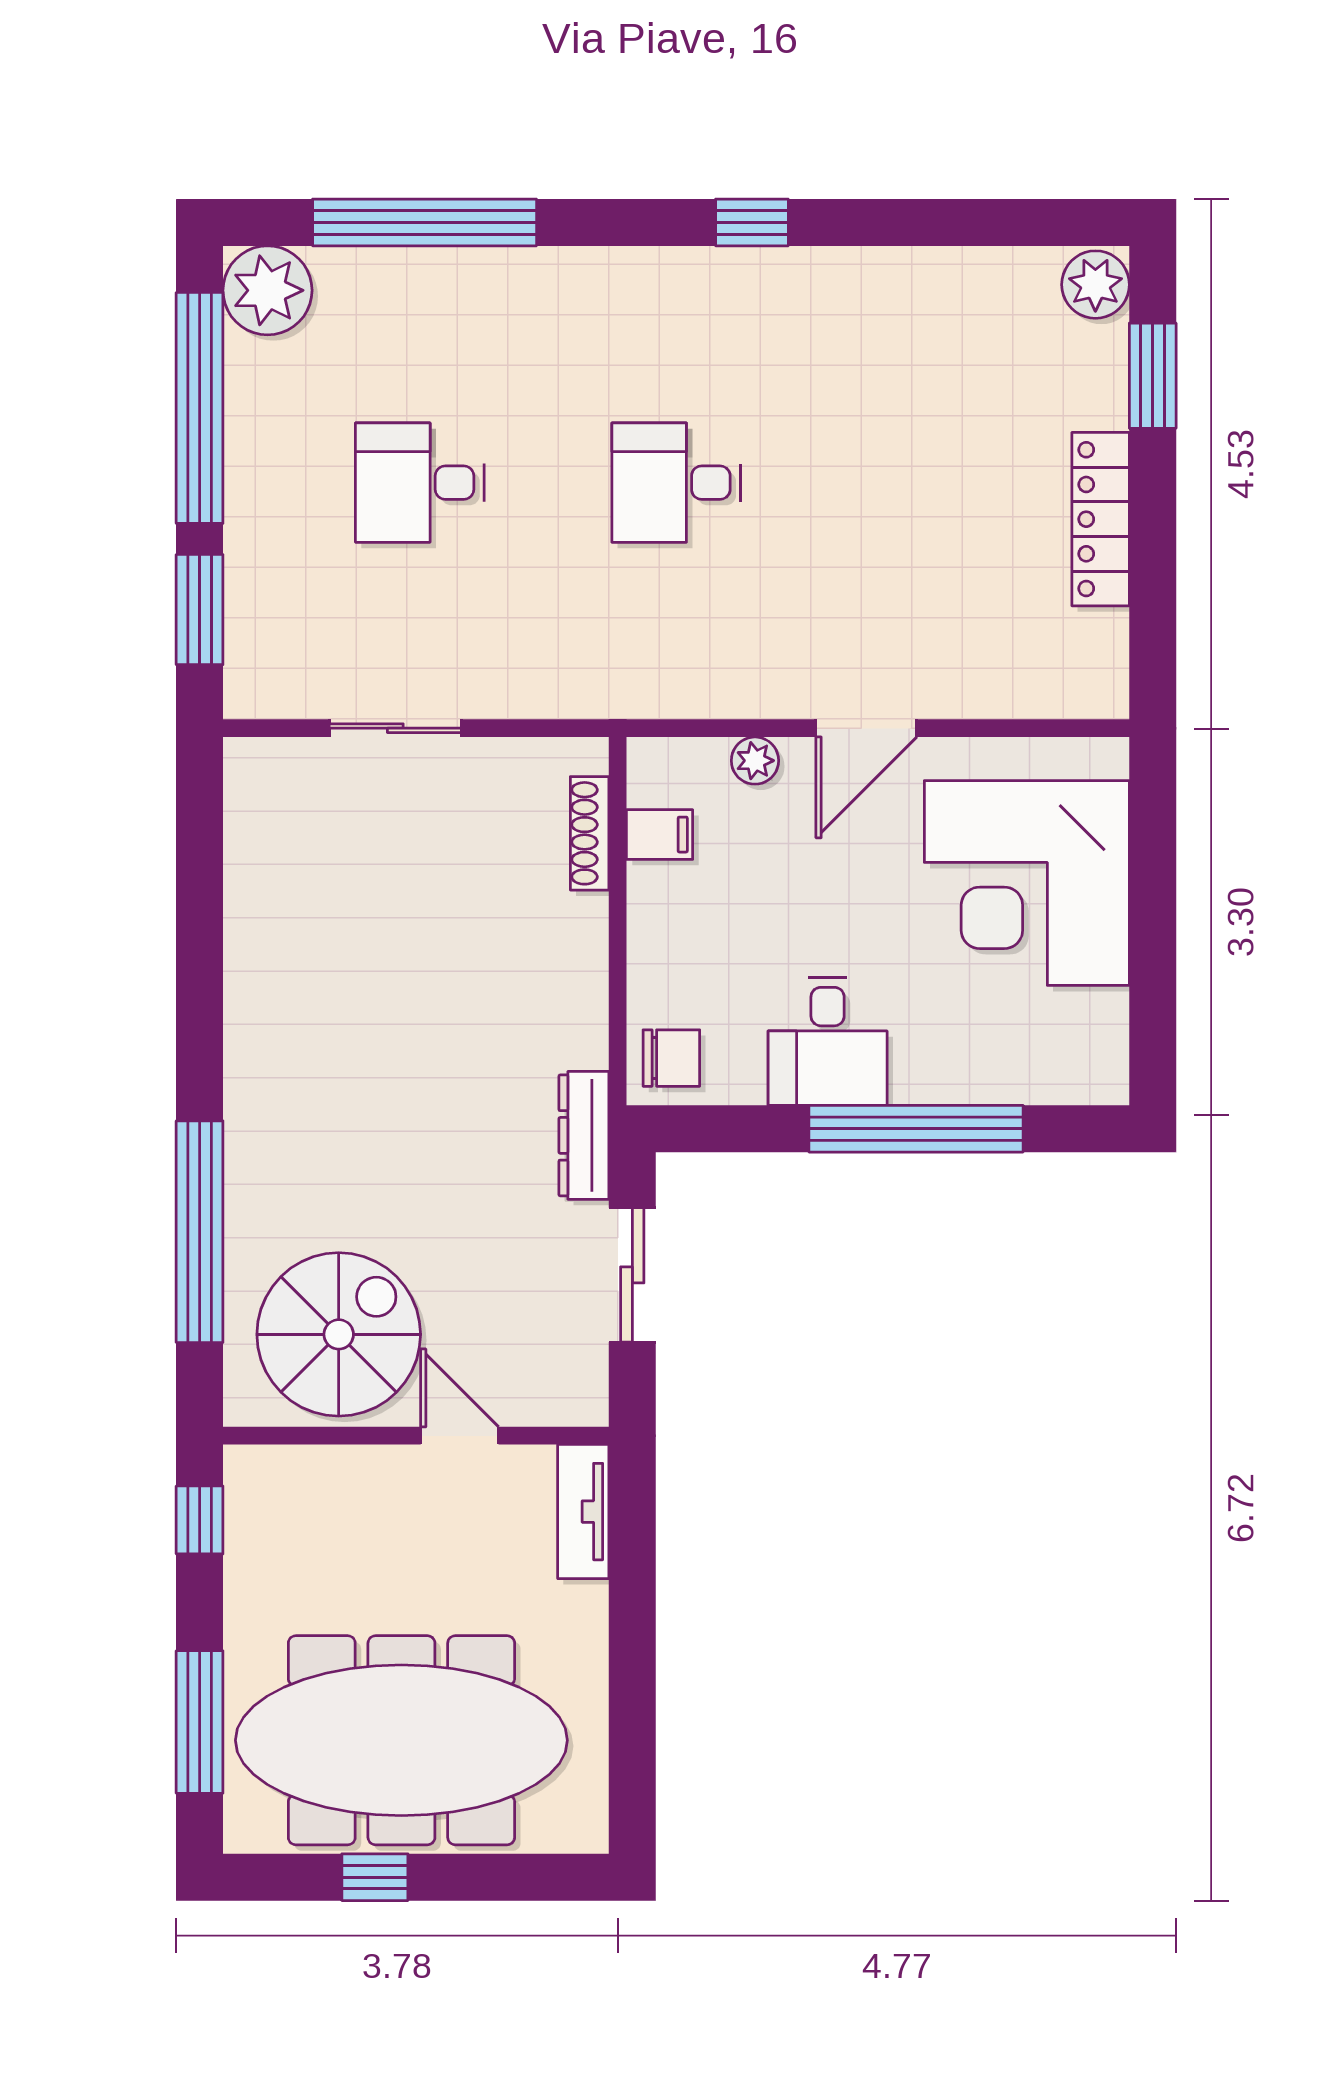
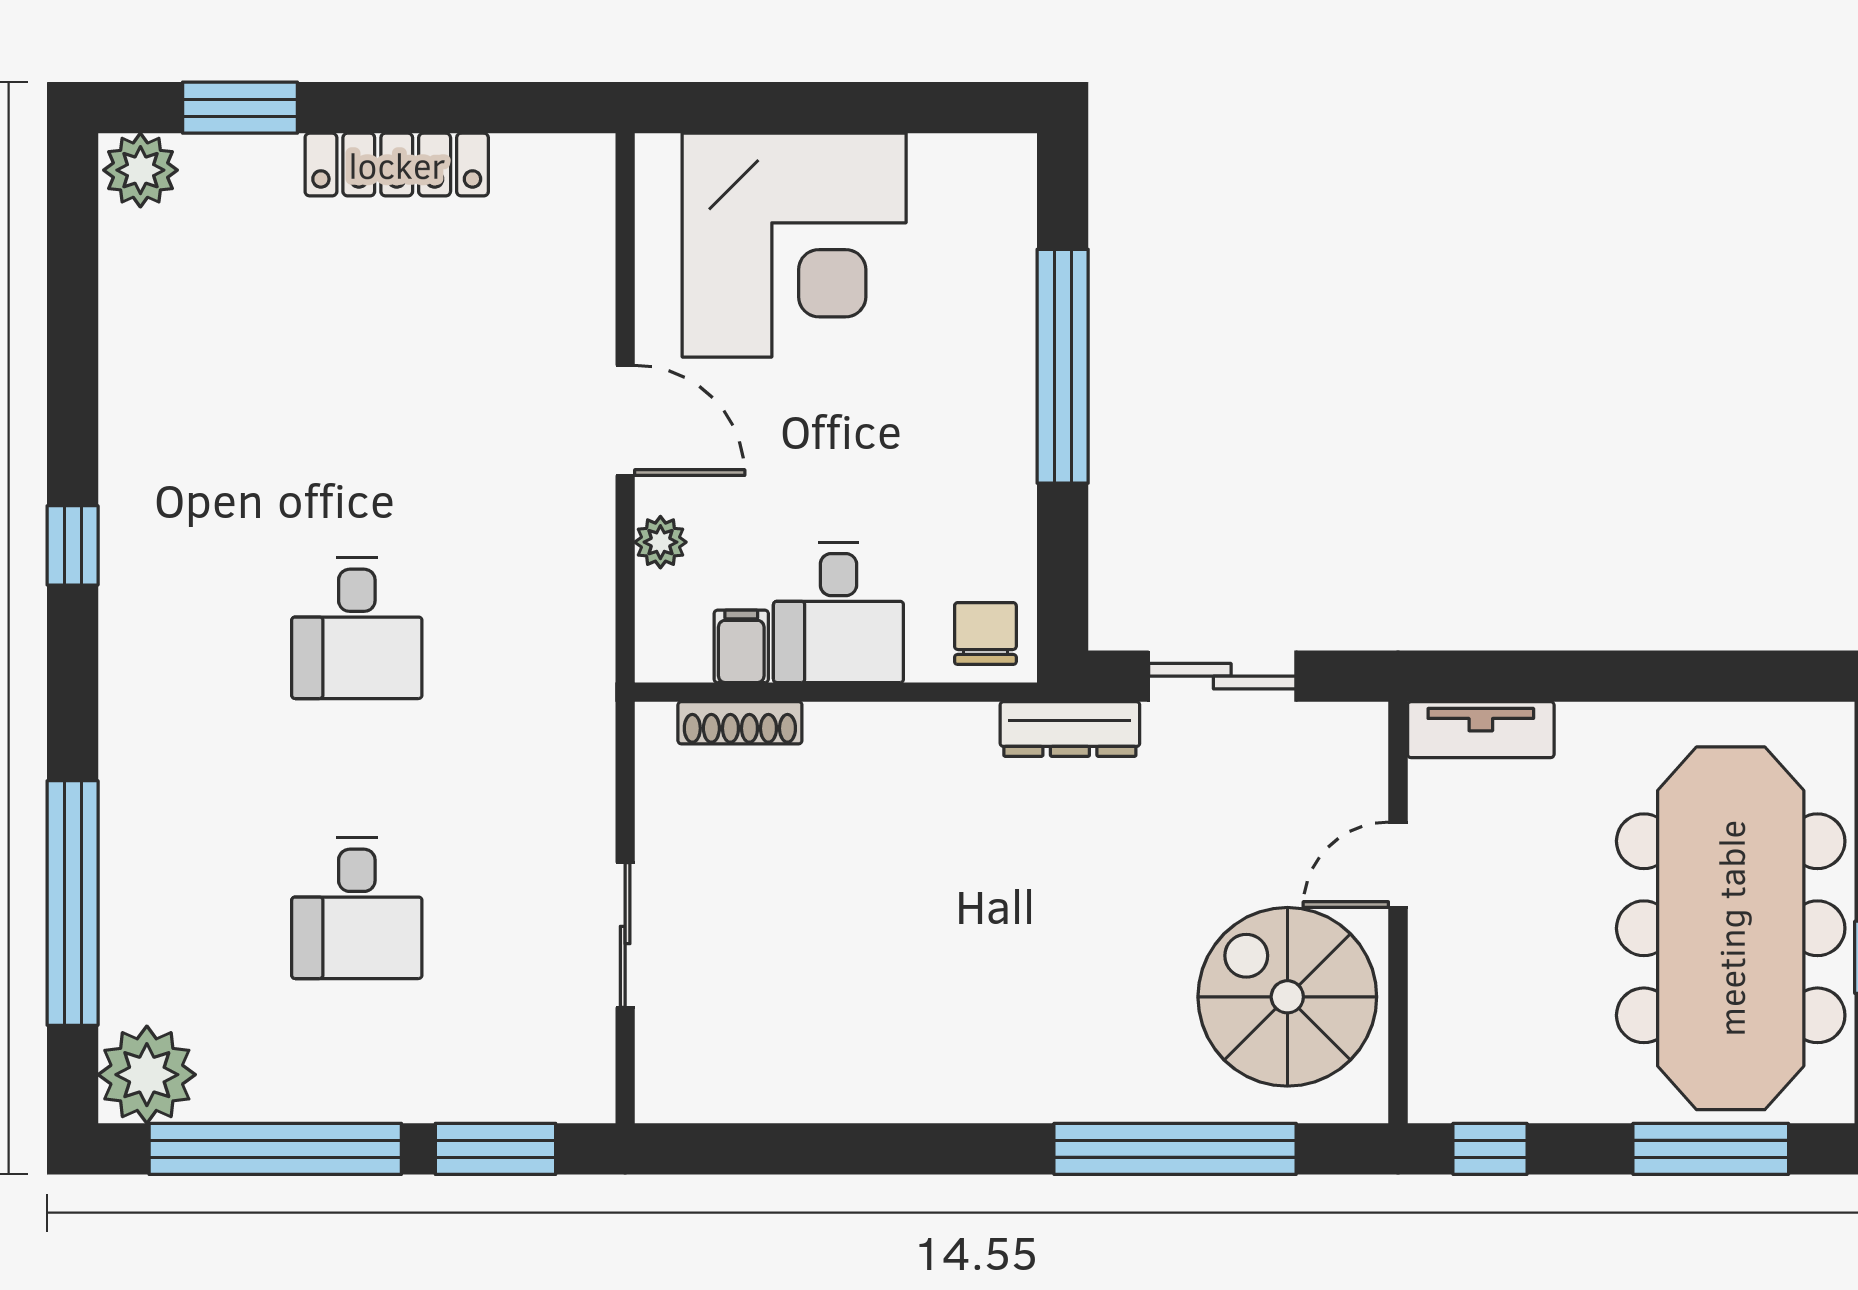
desk: (828, 1041) -> (838, 612), moved, turned 90

